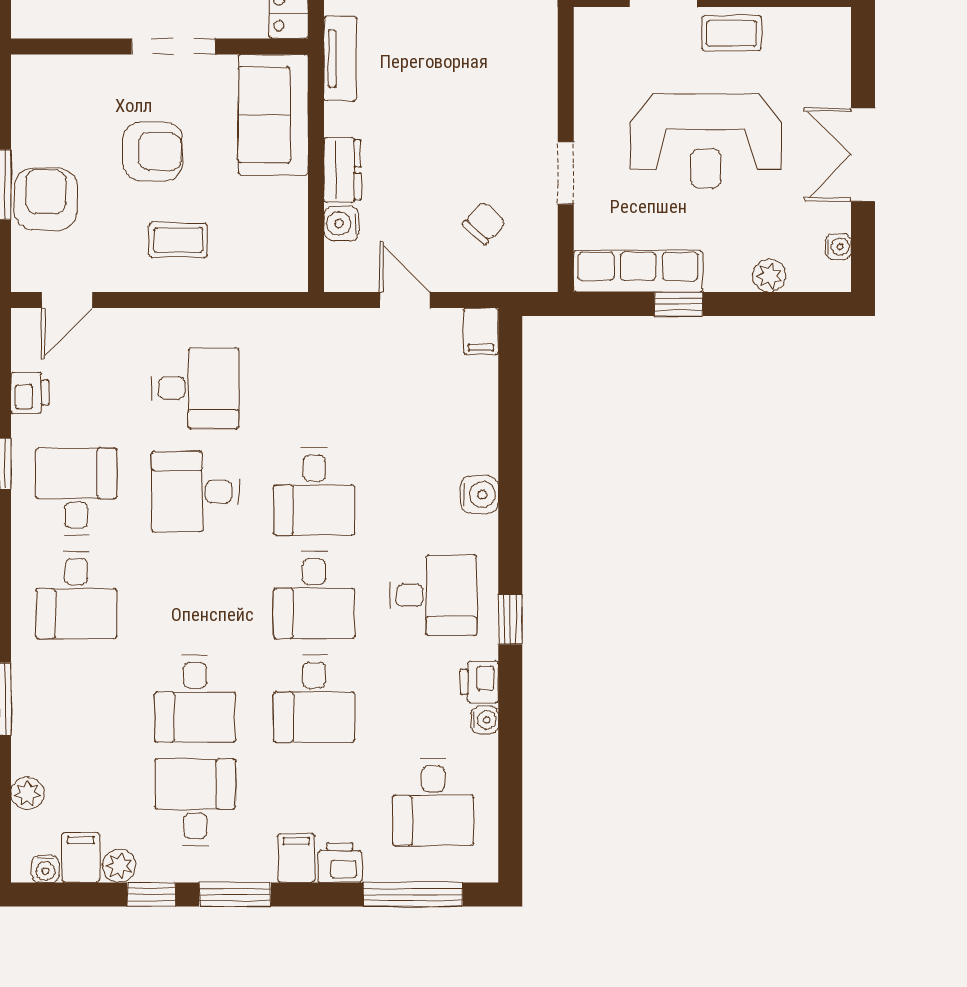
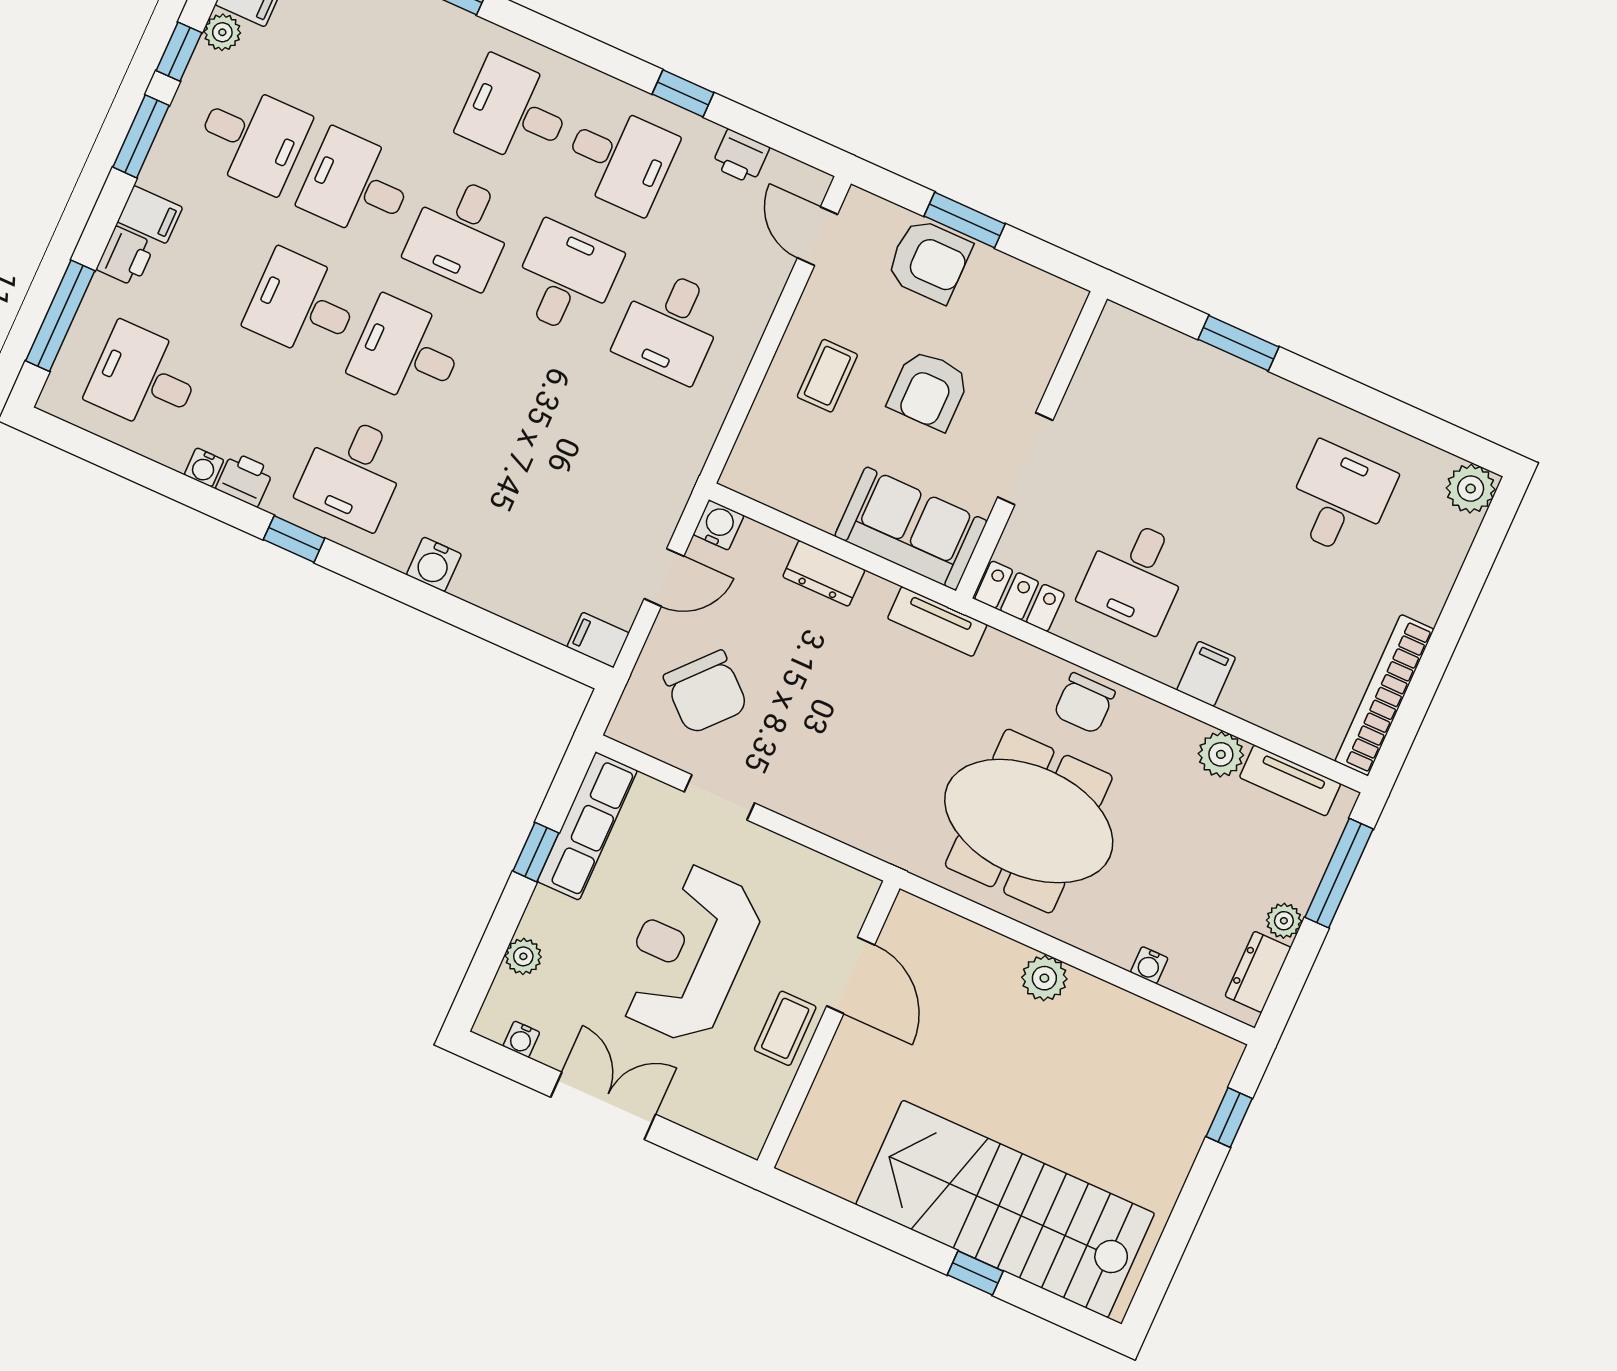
water cooler: (342, 223) -> (719, 525), moved
chair: (484, 223) -> (706, 692), width x1.87, depth x1.87
desk: (314, 492) -> (461, 232), moved, turned -90

